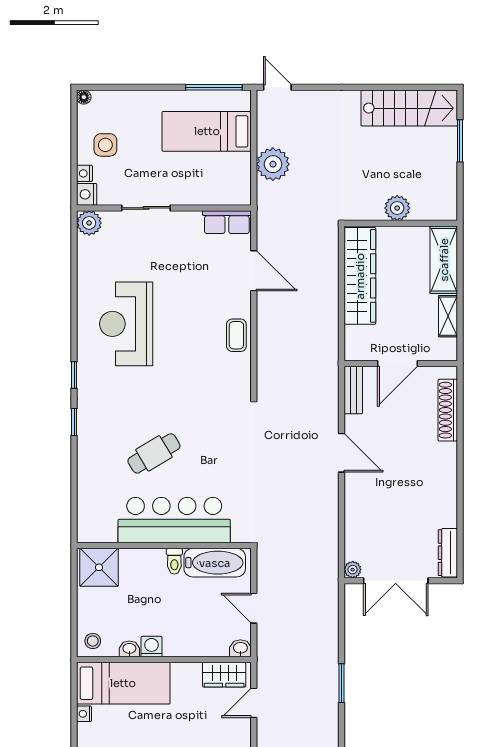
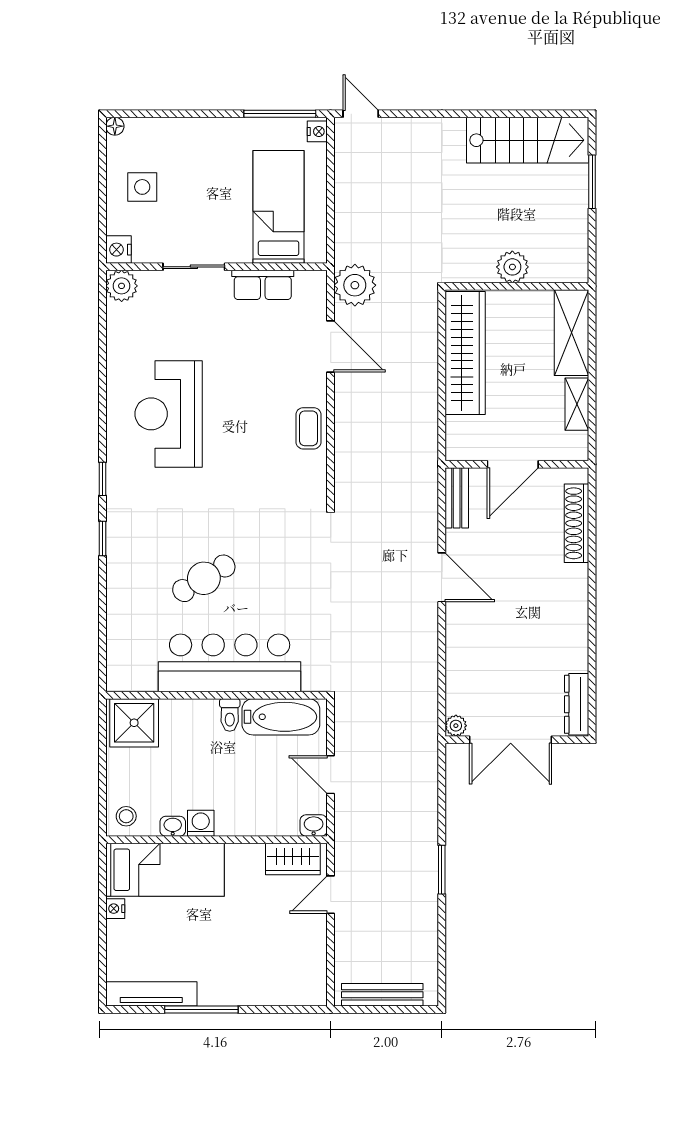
bed: (207, 131) -> (279, 207), moved, turned 90
plant: (273, 164) -> (355, 285), moved
nightstand: (84, 173) -> (317, 131), moved, turned 180
row of seats: (227, 222) -> (263, 285), moved

